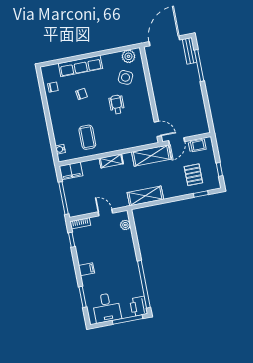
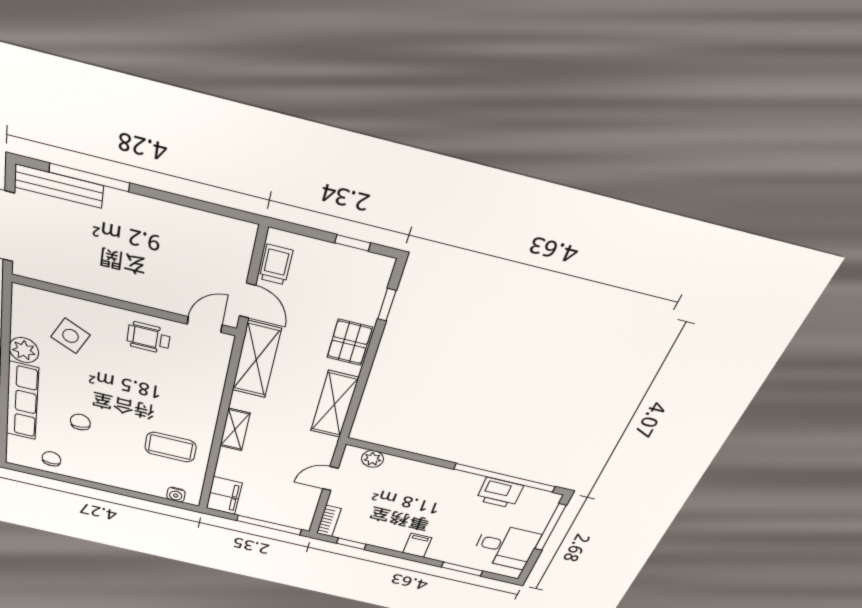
bench: (190, 51) -> (59, 186), width x1.36
plant: (128, 56) -> (24, 350), moved
wheelchair: (117, 104) -> (148, 338), moved
pallet: (193, 175) -> (350, 342), moved, turned 90
printer: (139, 306) -> (500, 493), moved

